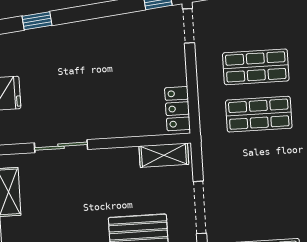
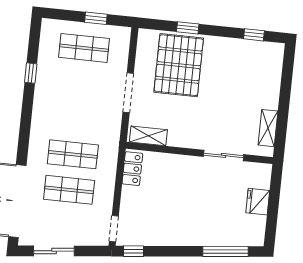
window: (37, 21) -> (226, 251), width x2.17

